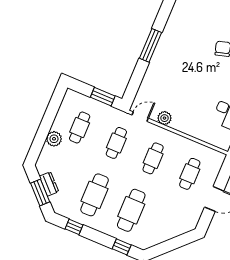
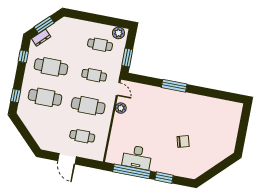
plant: (54, 139) -> (118, 33), moved
cafe table: (153, 158) -> (88, 106), width x1.37, depth x1.35
dresser: (49, 184) -> (41, 38), moved

